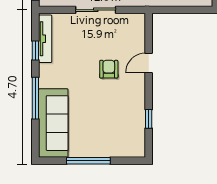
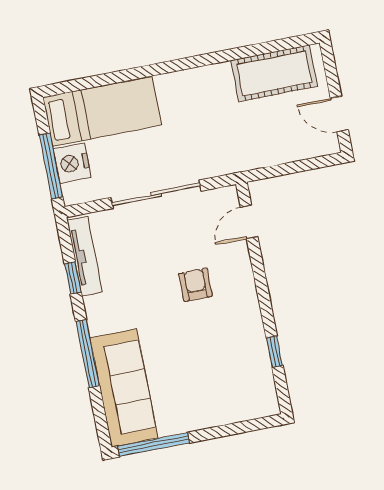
sliding door: (96, 10) -> (156, 194), width x1.37
door: (149, 63) -> (249, 222), moved
window: (88, 161) -> (154, 445), moved

